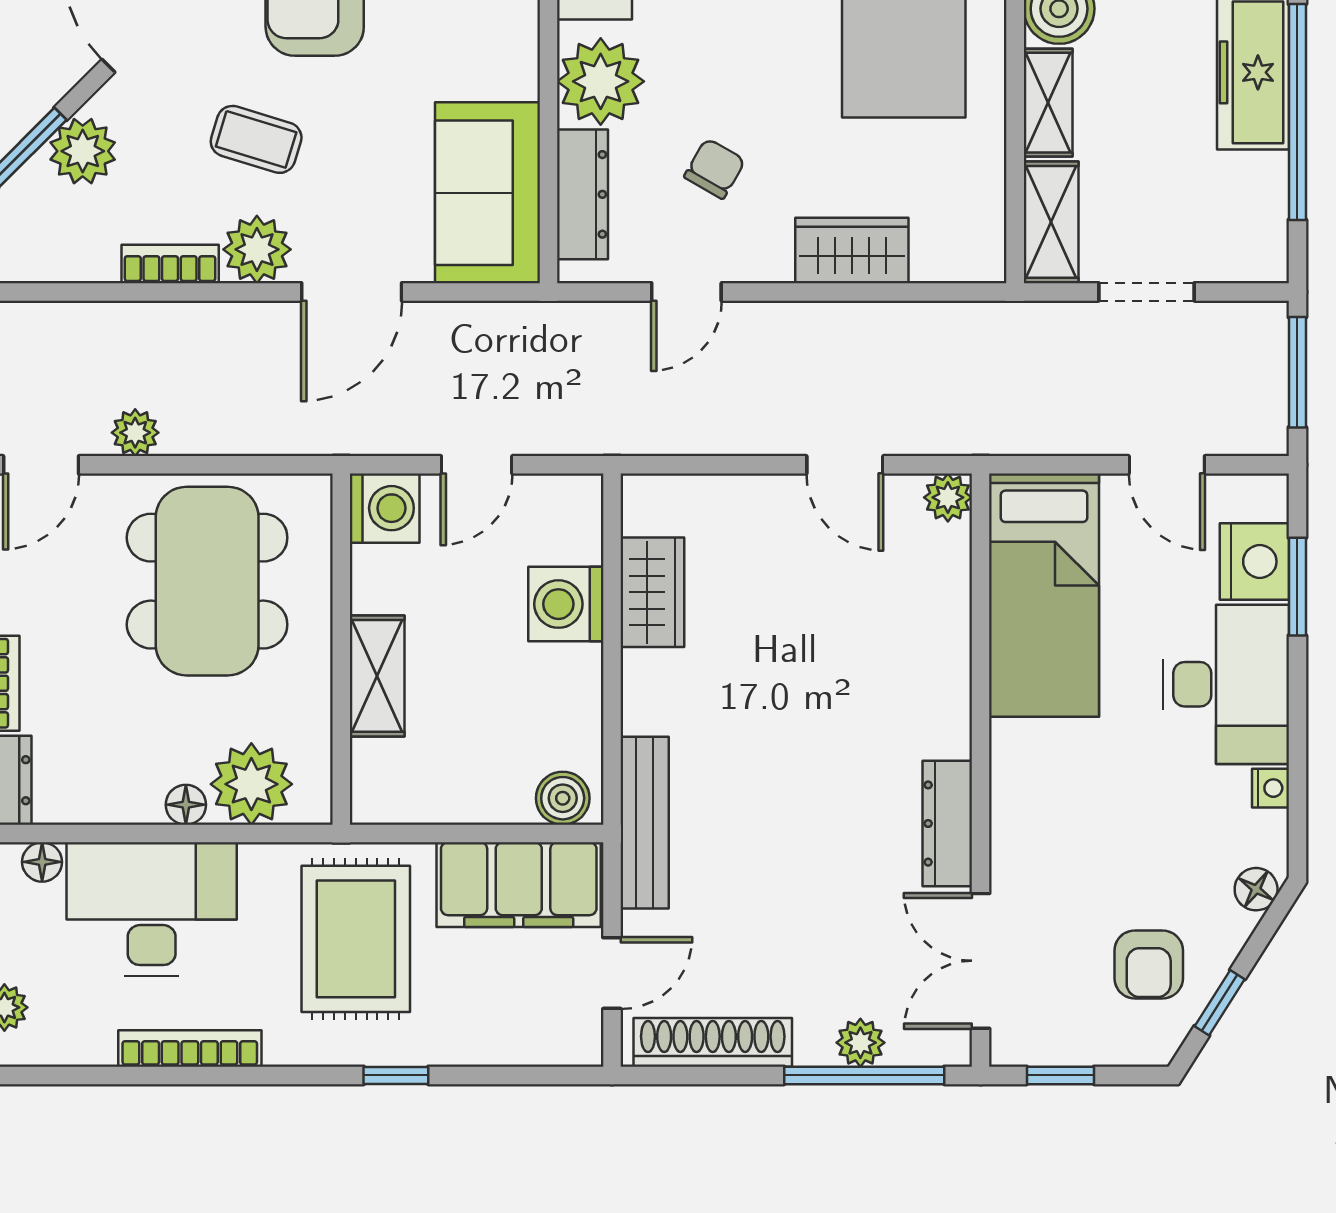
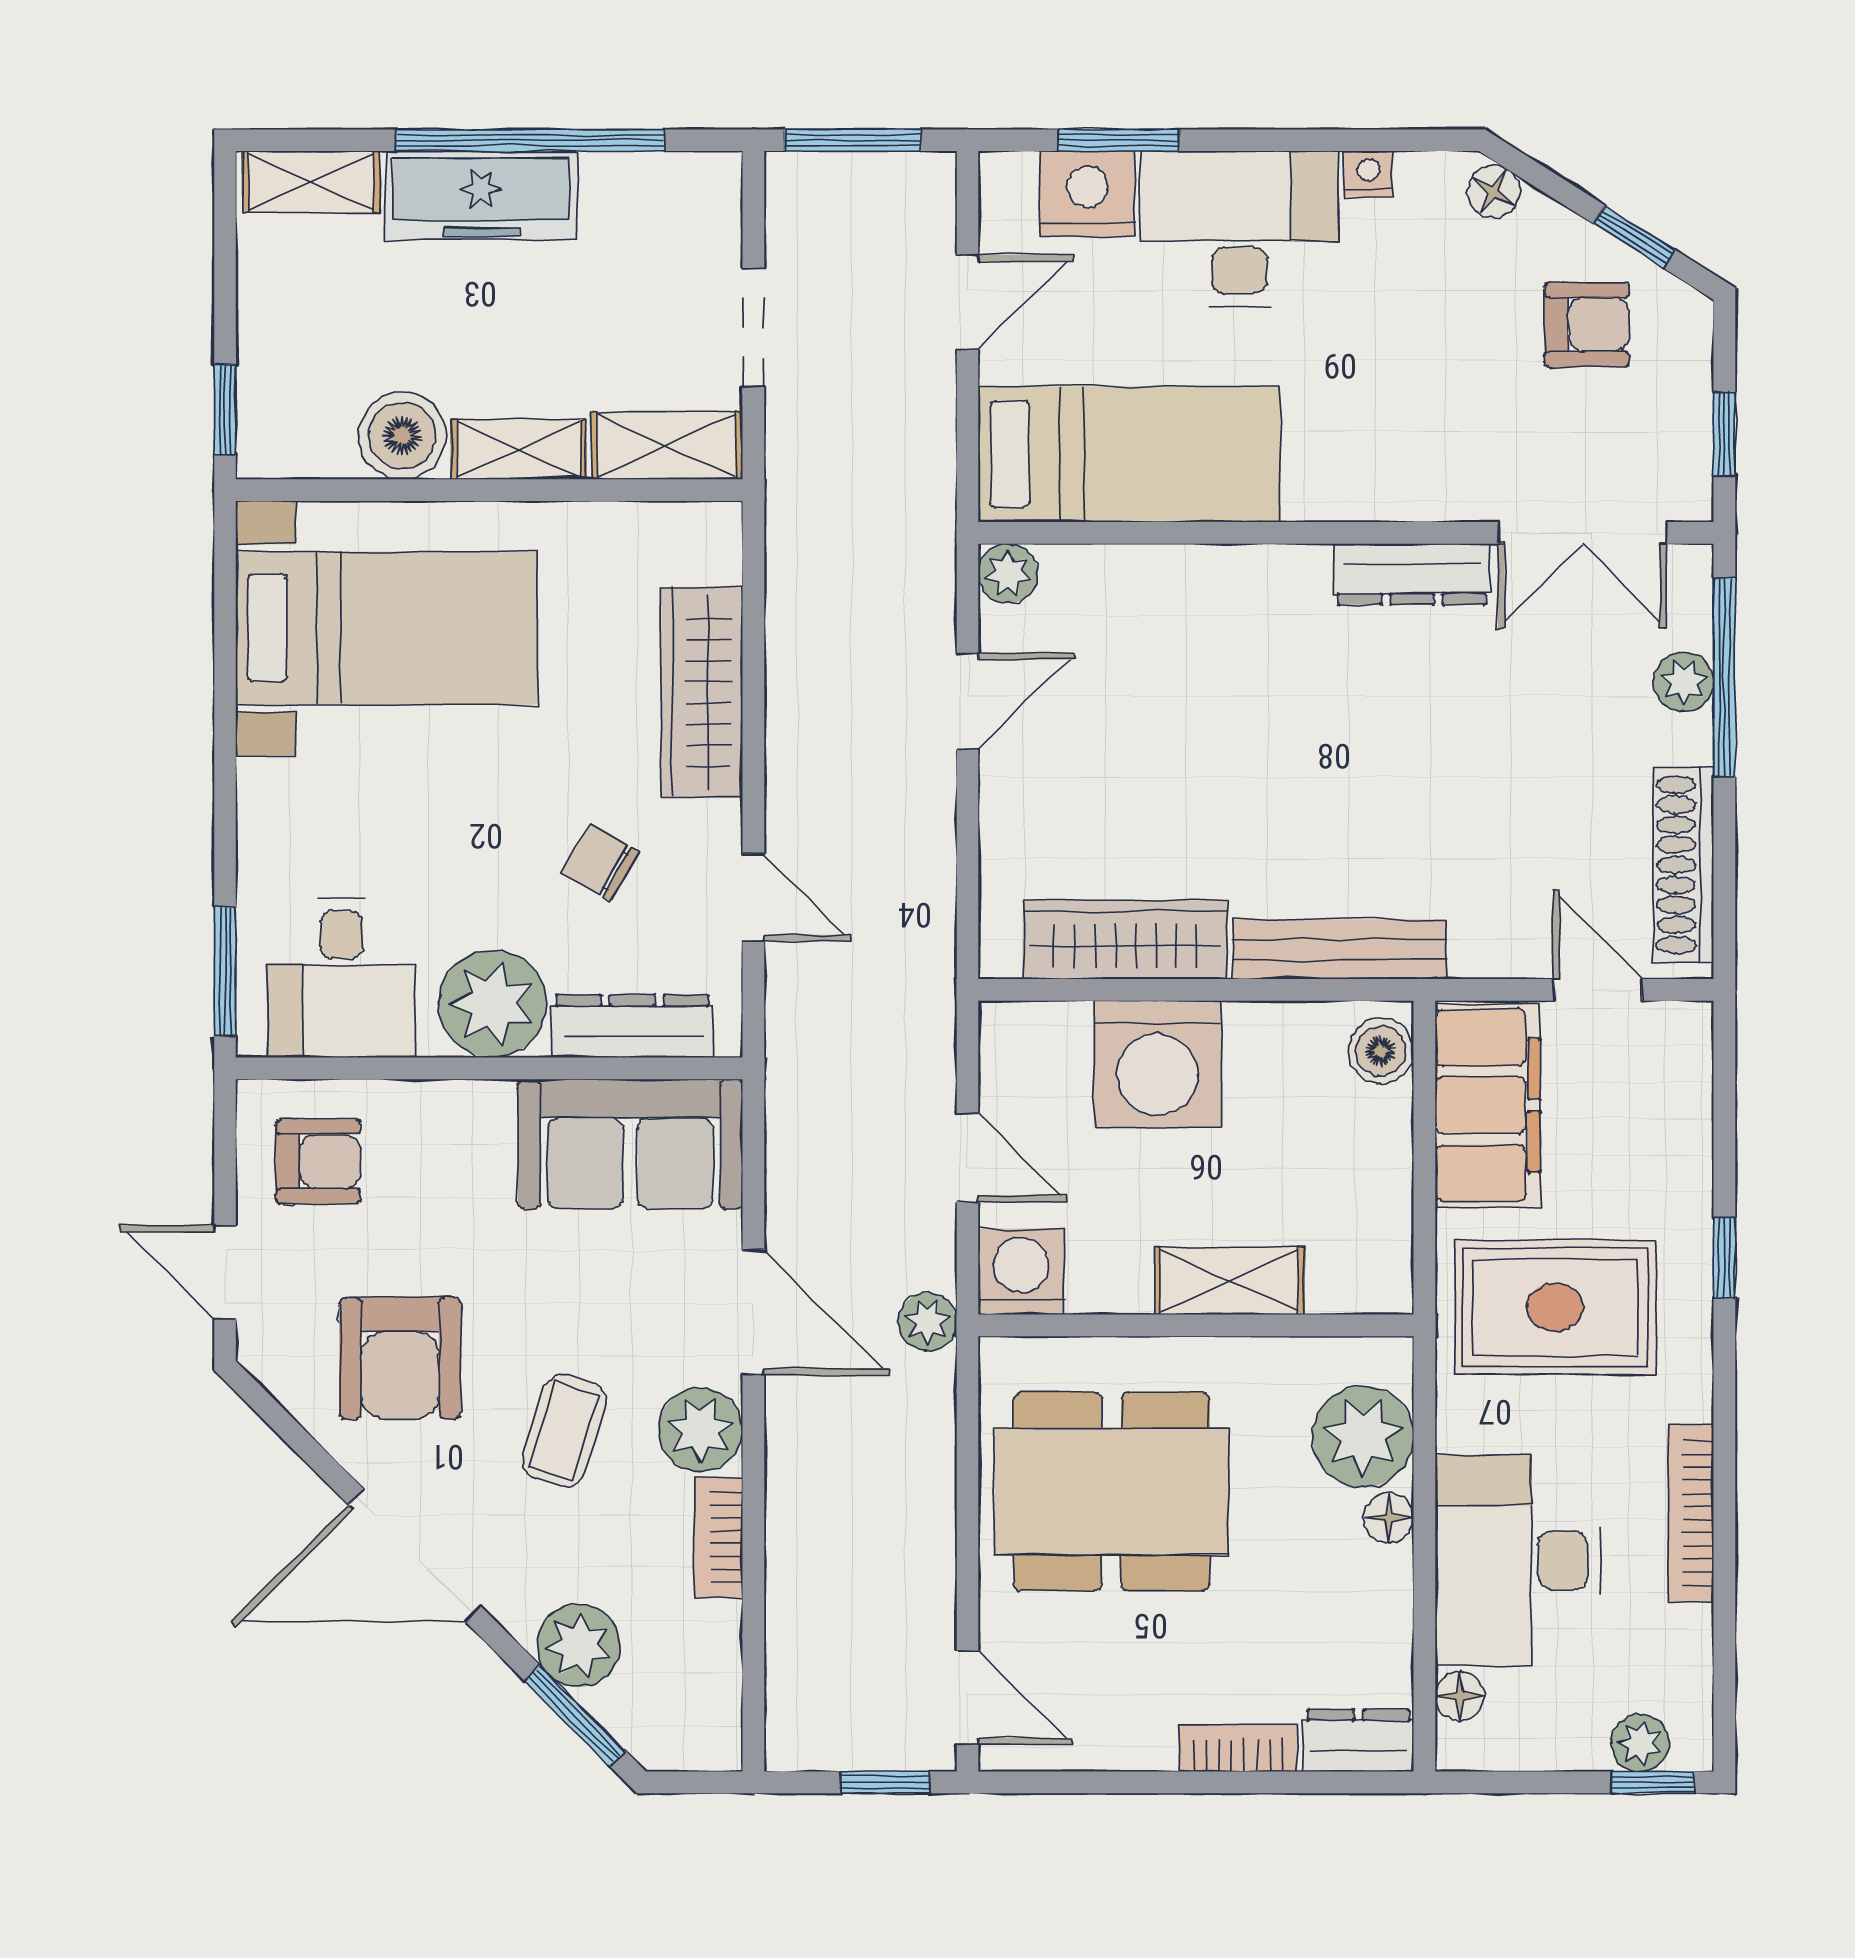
wardrobe: (852, 251) -> (702, 692), width x1.50
plant: (135, 433) -> (928, 1322), moved
wardrobe: (652, 592) -> (1125, 940), width x1.50
washing machine: (566, 604) -> (1157, 1064), width x1.37, depth x1.37
bench: (645, 823) -> (1340, 949), moved

